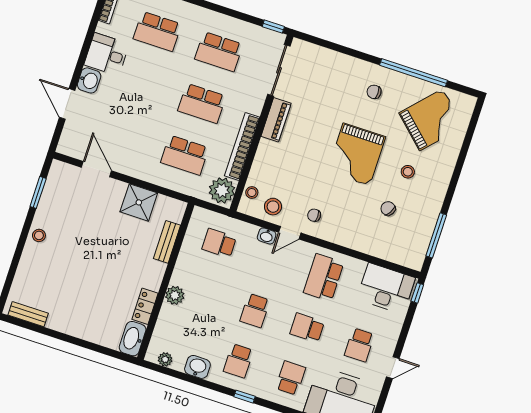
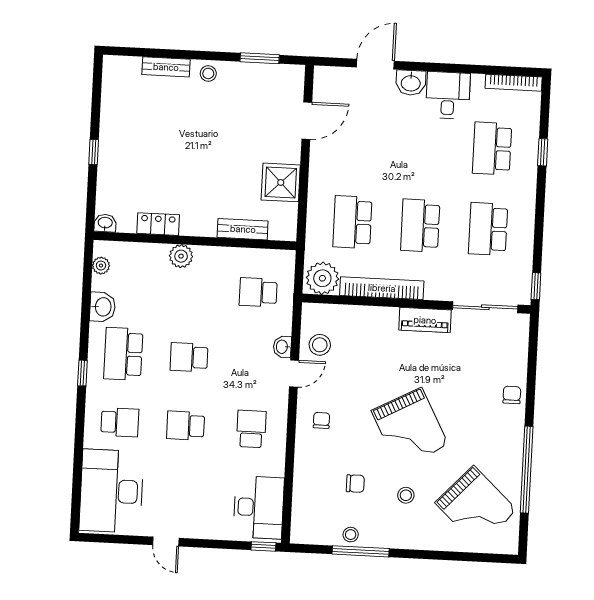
chair: (374, 92) -> (512, 395), moved
grand piano: (356, 154) -> (410, 428), turned -118
stool: (252, 193) -> (351, 535), moved
chair: (388, 208) -> (355, 484), turned 60
chair: (314, 215) -> (321, 420), moved
door: (290, 233) -> (294, 374), swing flipped
window: (436, 235) -> (361, 551), moved
school desk: (219, 243) -> (258, 292), turned -90
school desk: (324, 278) -> (251, 429), width x0.54
bench: (28, 314) -> (166, 67), moved, turned 90
school desk: (307, 328) -> (186, 426), turned -90
washbasin: (133, 339) -> (105, 223), width x0.52, depth x0.69
window: (76, 341) -> (94, 152), added
school desk: (359, 345) -> (182, 494), removed
school desk: (238, 361) -> (123, 354), width x1.85

